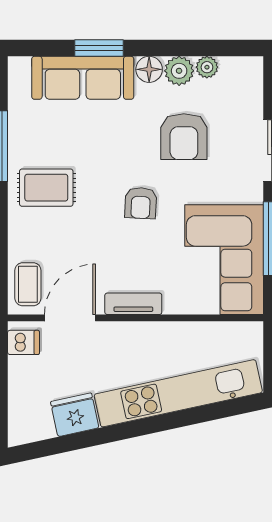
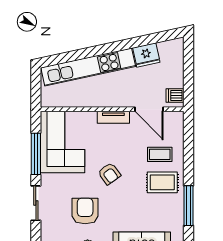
armchair: (141, 203) -> (109, 174), turned 141
coffee table: (28, 284) -> (160, 154), moved, turned 90
door: (70, 318) -> (149, 109), hinge flipped

